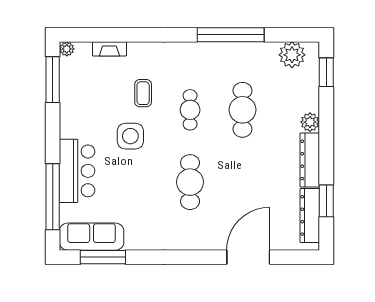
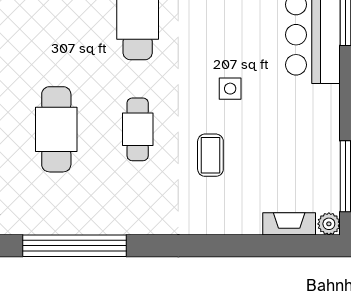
fireplace: (109, 49) -> (289, 224), moved
side table: (130, 136) -> (230, 89), width x0.54, depth x0.54

